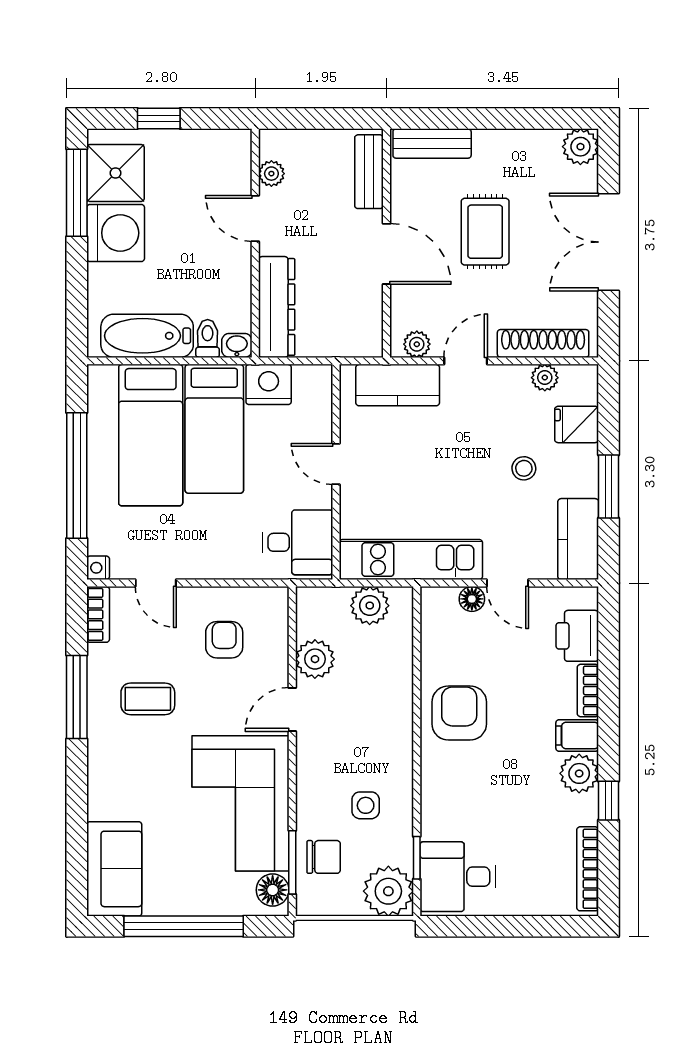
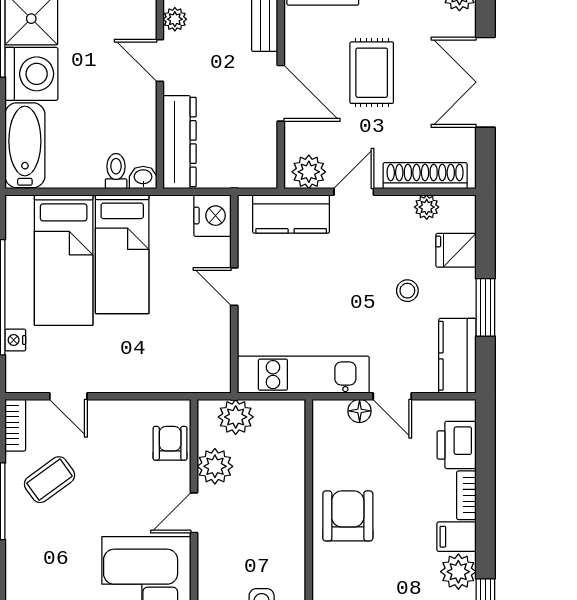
bathtub: (147, 336) -> (25, 145), moved, turned 90
plant: (417, 344) -> (309, 172), width x1.38, depth x1.38
nightstand: (269, 384) -> (213, 216), moved, turned 90
desk: (298, 542) -> (199, 359), removed
nightstand: (98, 568) -> (15, 340), moved
plant: (370, 606) -> (236, 417), moved
armchair: (224, 640) -> (170, 443), moved
coffee table: (148, 699) -> (50, 480), moved, turned -36

